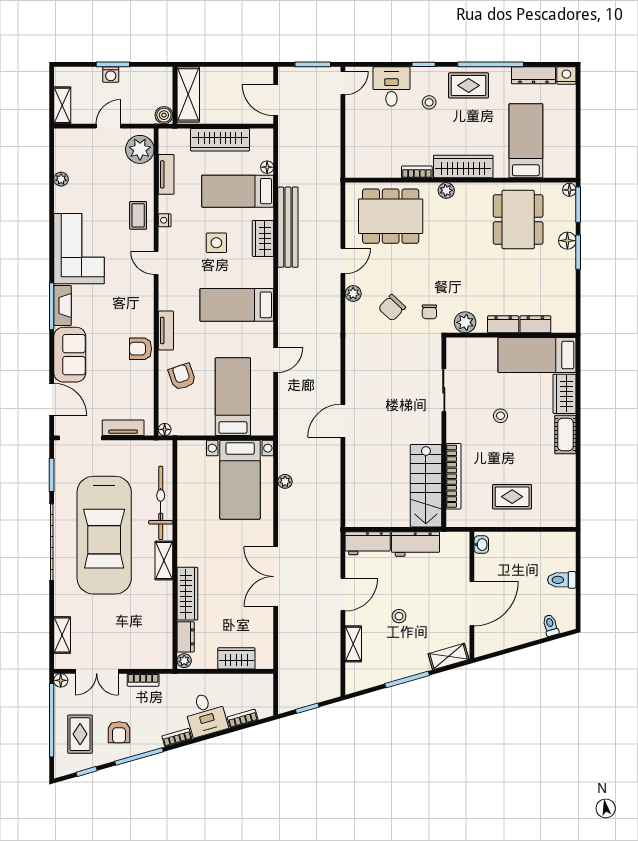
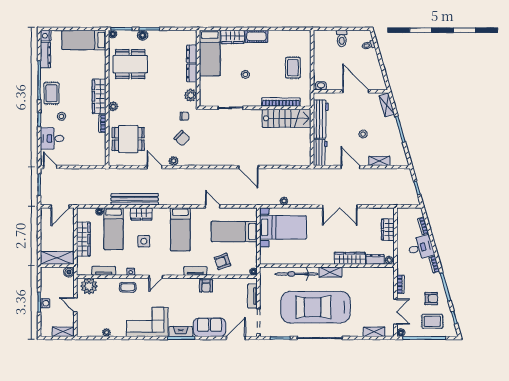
bed: (526, 141) -> (84, 40), moved
dining table: (391, 216) -> (128, 139), width x0.73
car: (104, 535) -> (315, 307), turned 180
workbench: (415, 544) -> (321, 119), width x1.38

